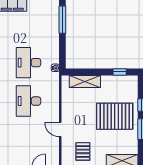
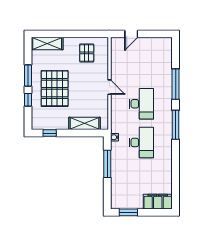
window: (62, 20) -> (107, 164), moved
pallet: (115, 116) -> (55, 88), turned 90
door: (60, 130) -> (109, 87), moved

